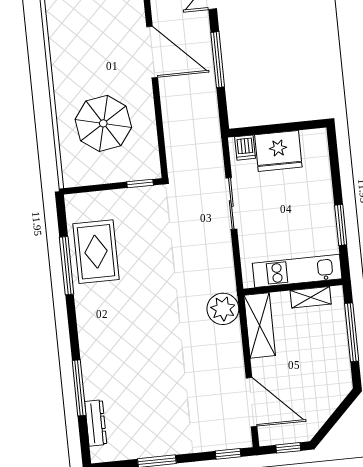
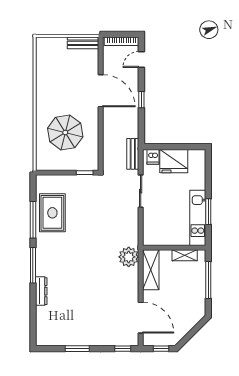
window: (218, 60) -> (141, 100), width x0.46
bench: (213, 146) -> (133, 154), added
kitchen unit: (297, 271) -> (198, 218), moved, turned -90
window: (79, 388) -> (33, 265), moved
dresser: (96, 423) -> (41, 291), moved

